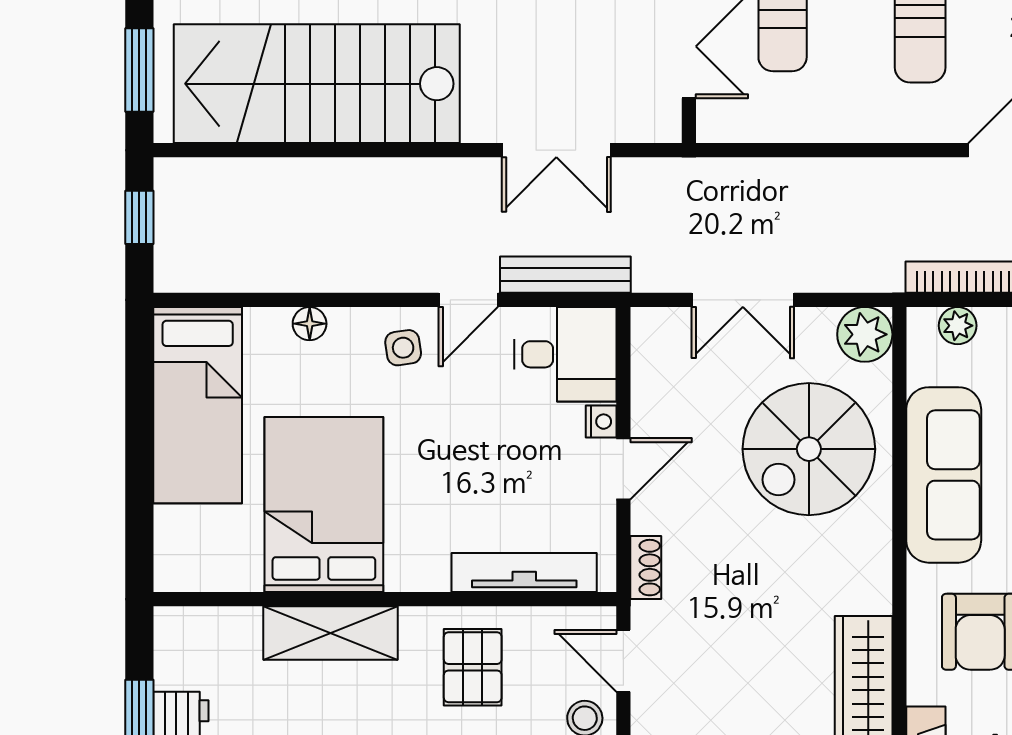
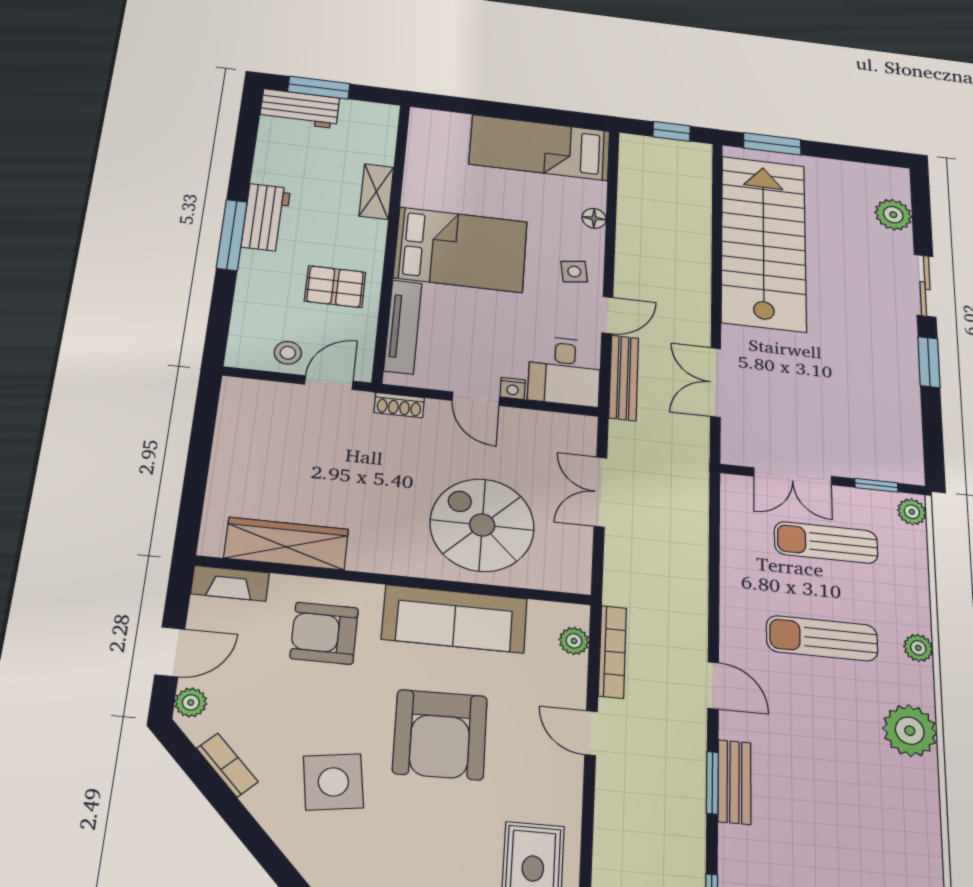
door: (468, 300) -> (607, 315), swing flipped
plant: (865, 334) -> (570, 573), removed
bed: (324, 504) -> (461, 250), moved
shelving: (330, 633) -> (376, 192), width x0.67, depth x0.75

